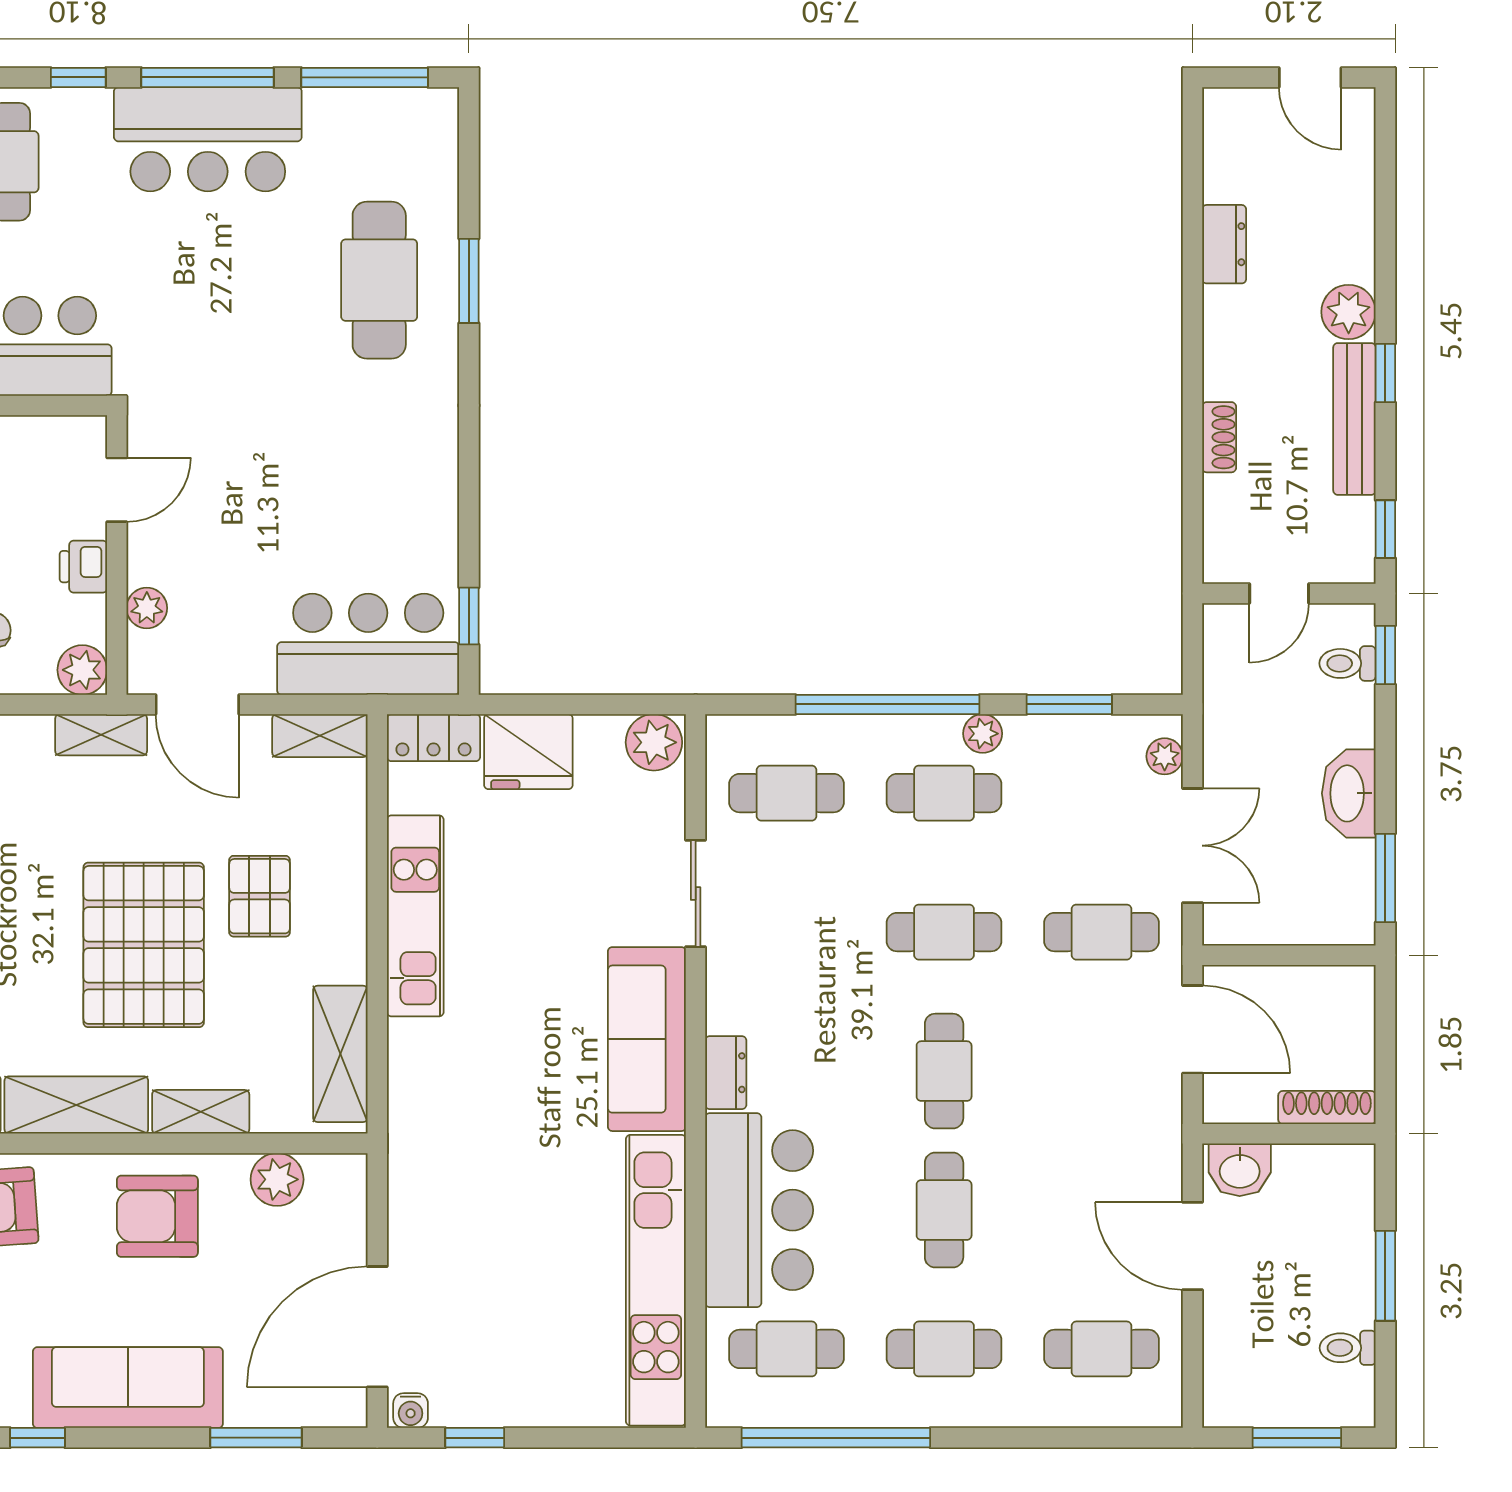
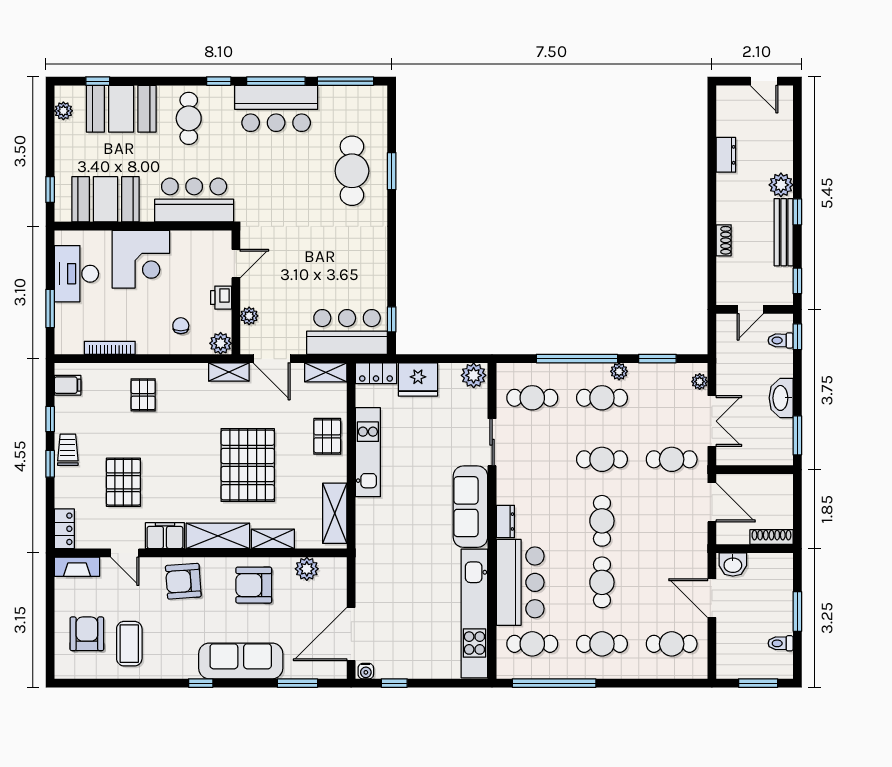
pallet: (260, 896) -> (327, 436), moved

